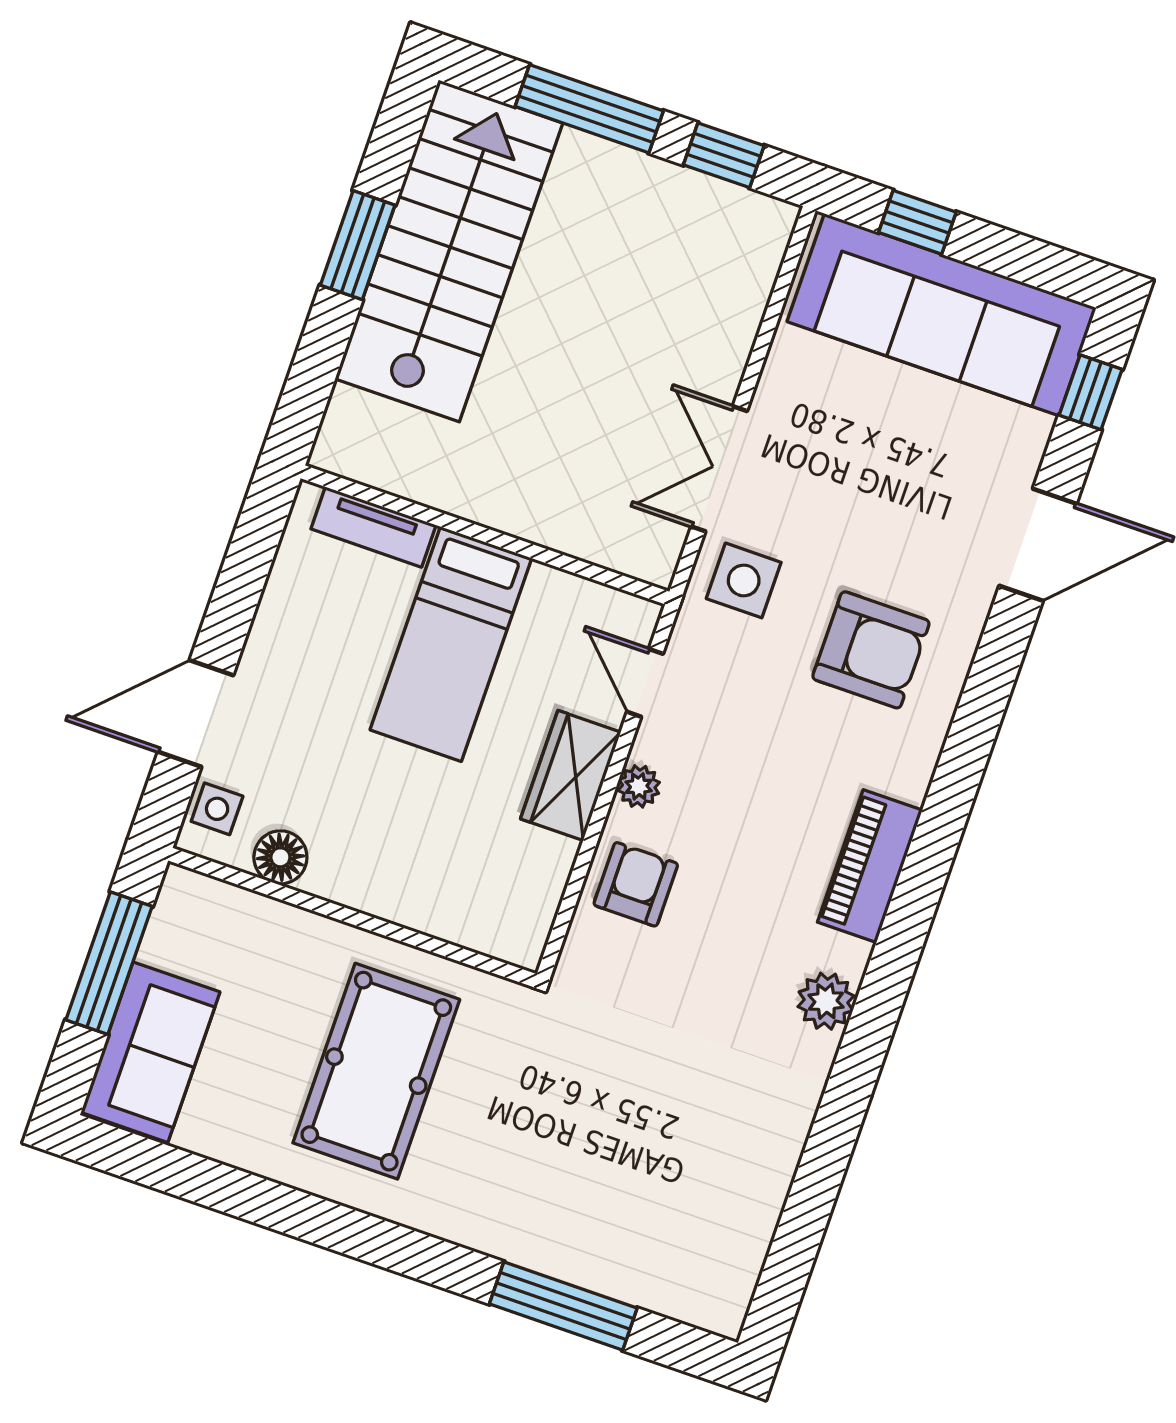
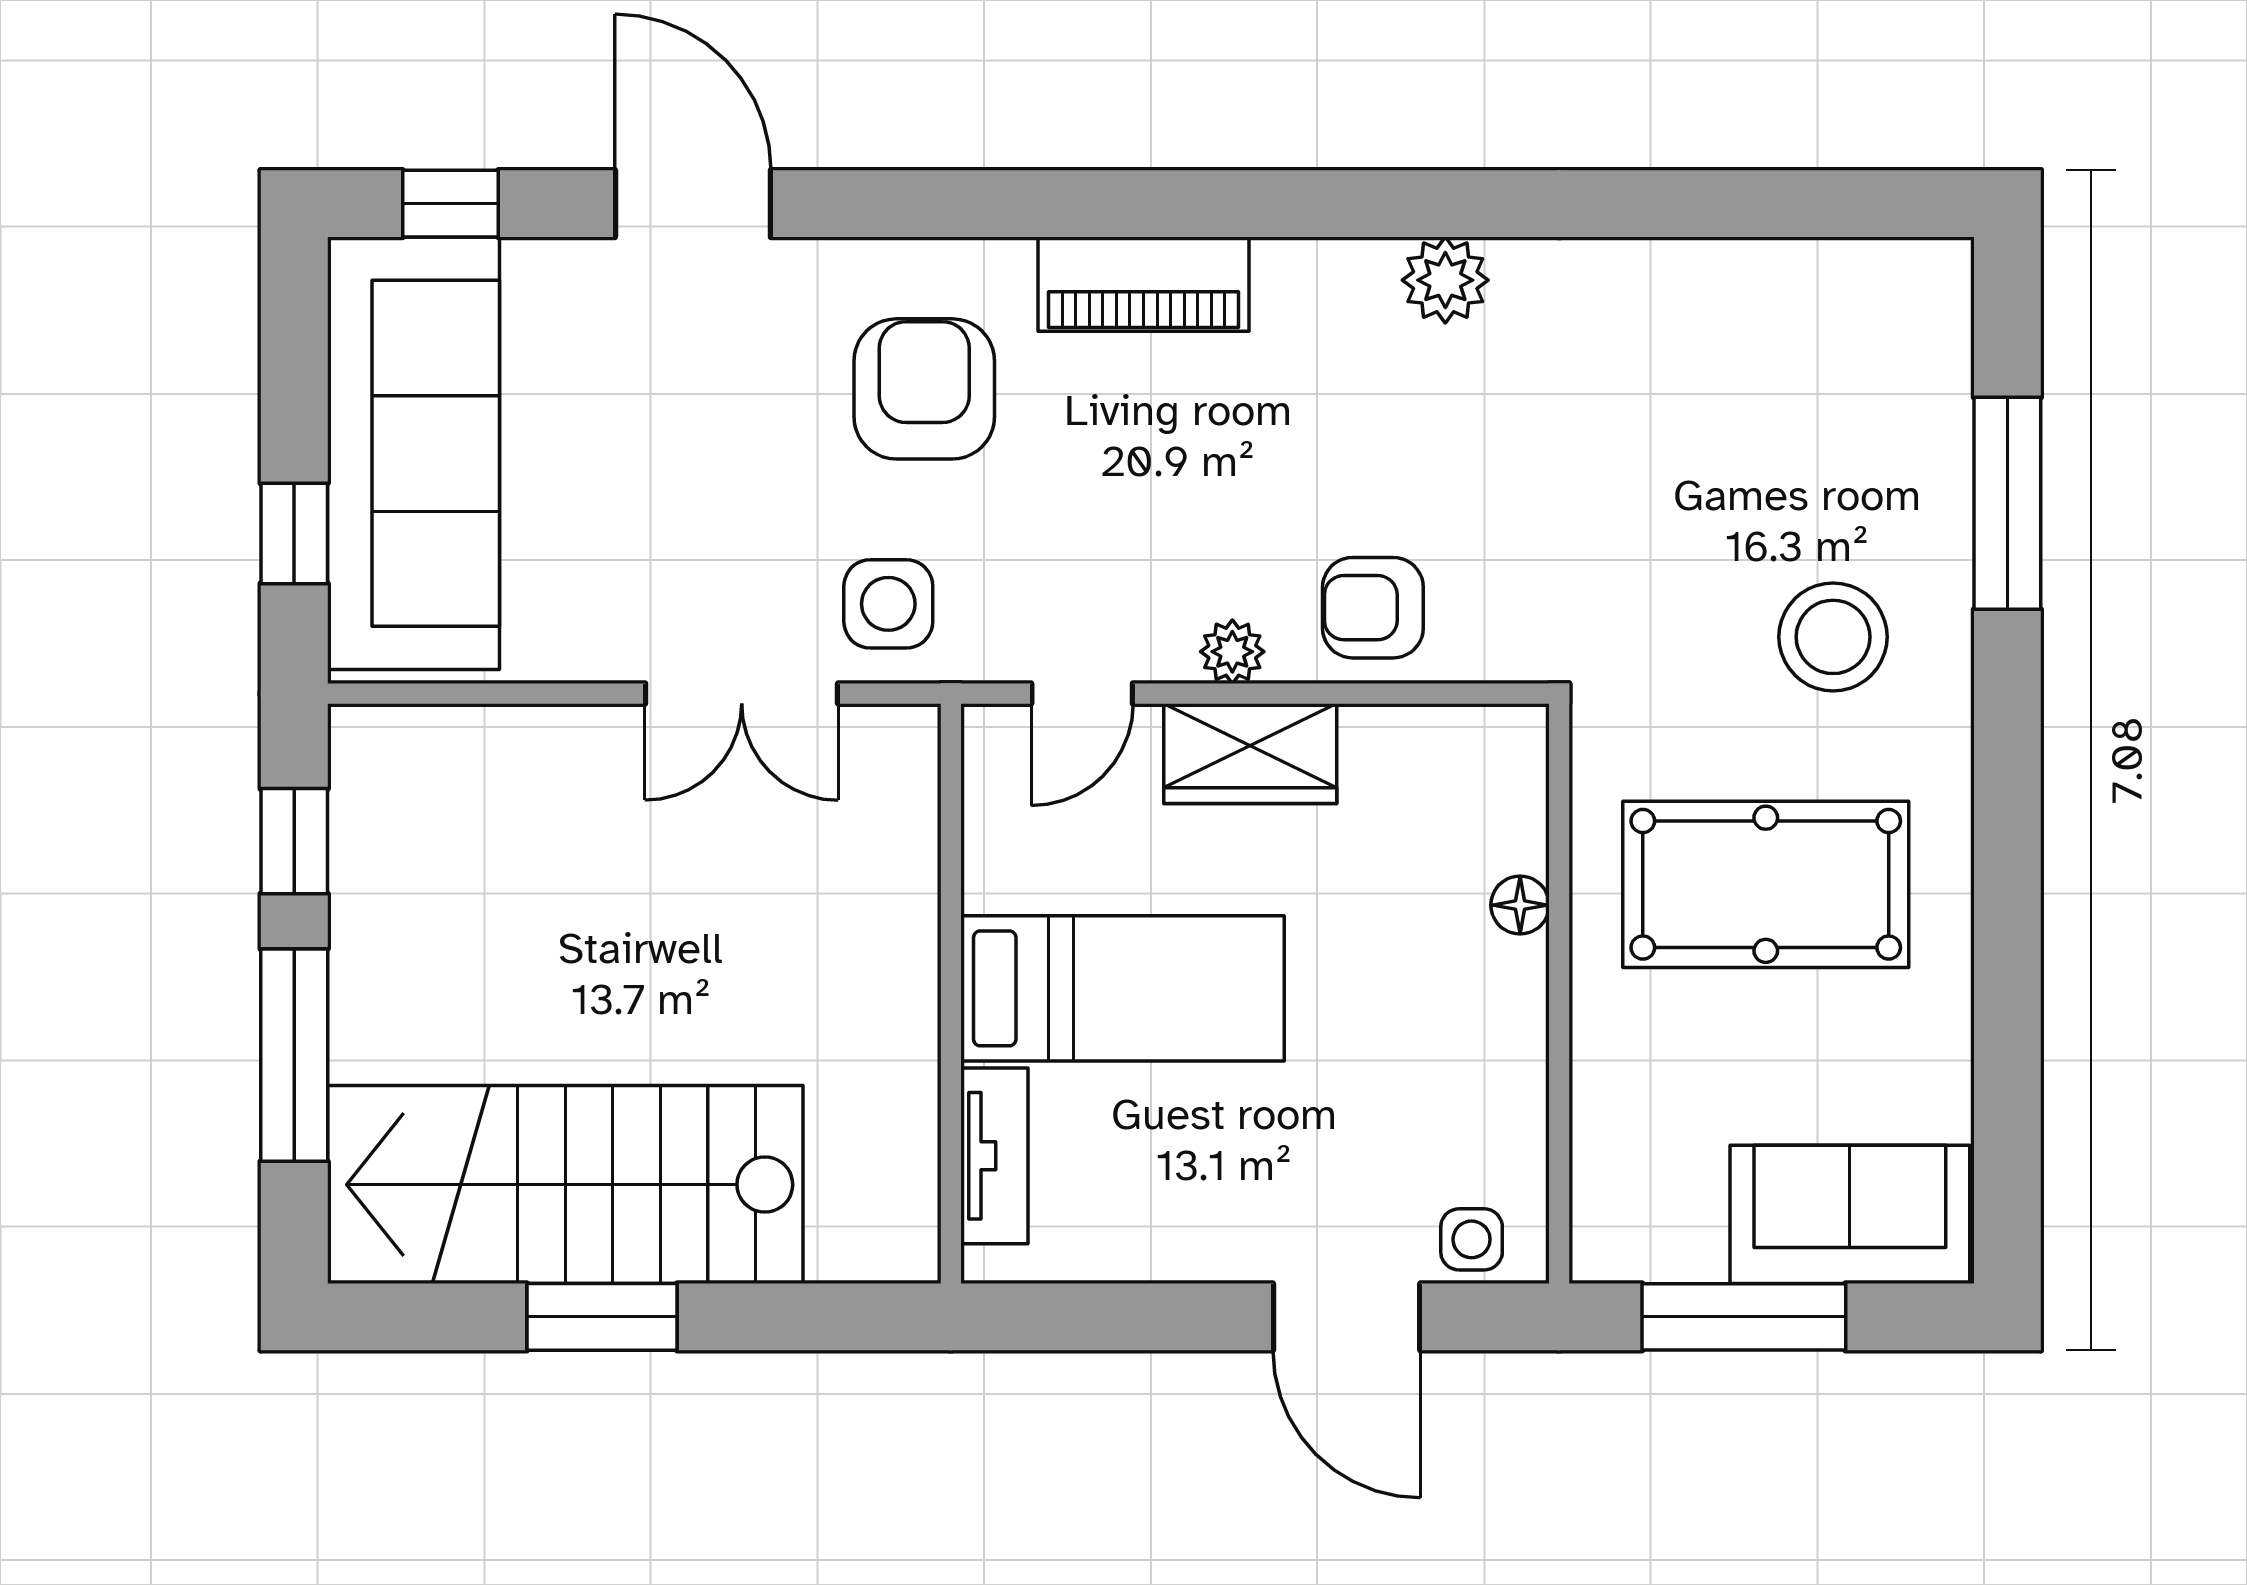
floor lamp: (280, 857) -> (1520, 905), moved, width x0.73, depth x0.73
piano: (870, 866) -> (1144, 284), moved
stool: (517, 1167) -> (1833, 637), added

